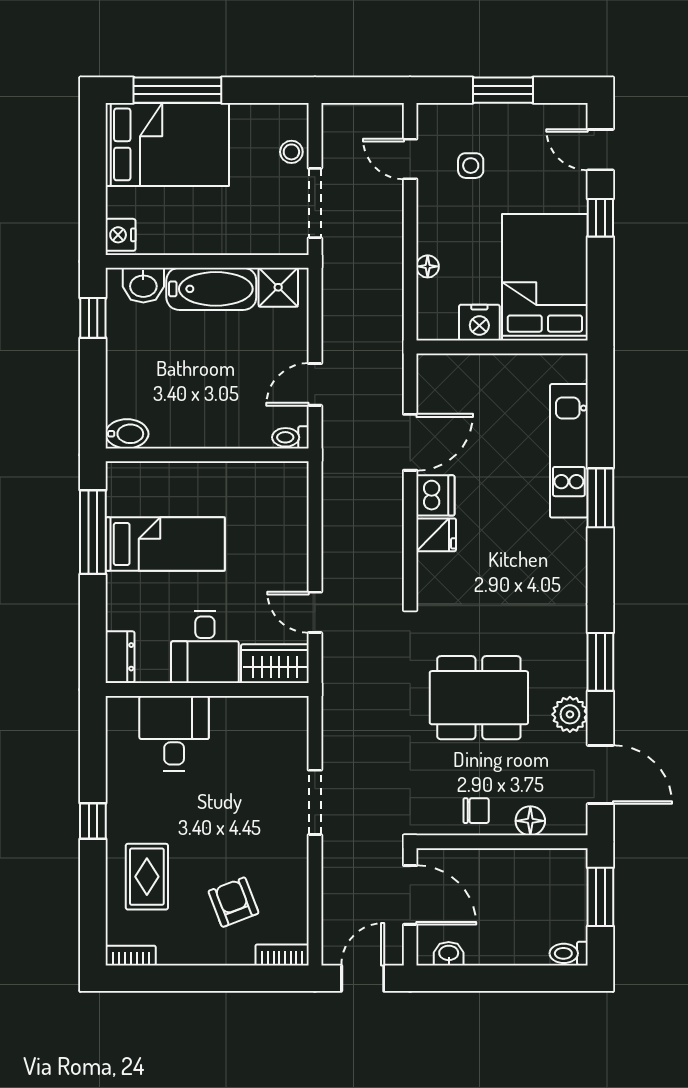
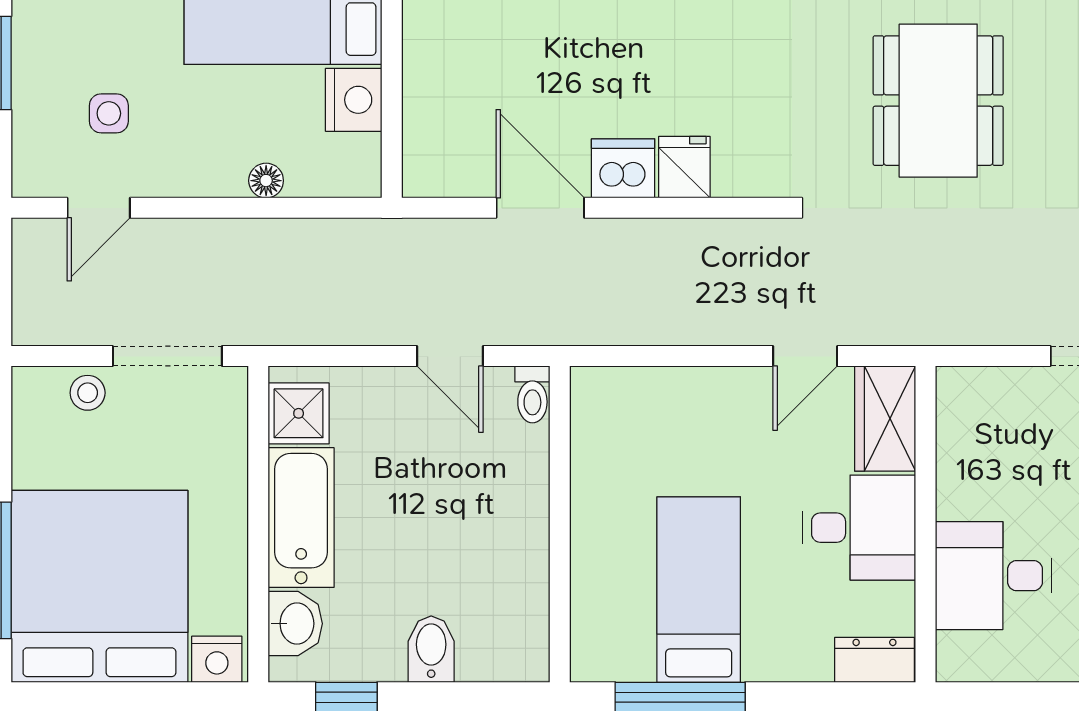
bed: (167, 144) -> (99, 586), width x1.36
bidet: (127, 434) -> (431, 649), moved

